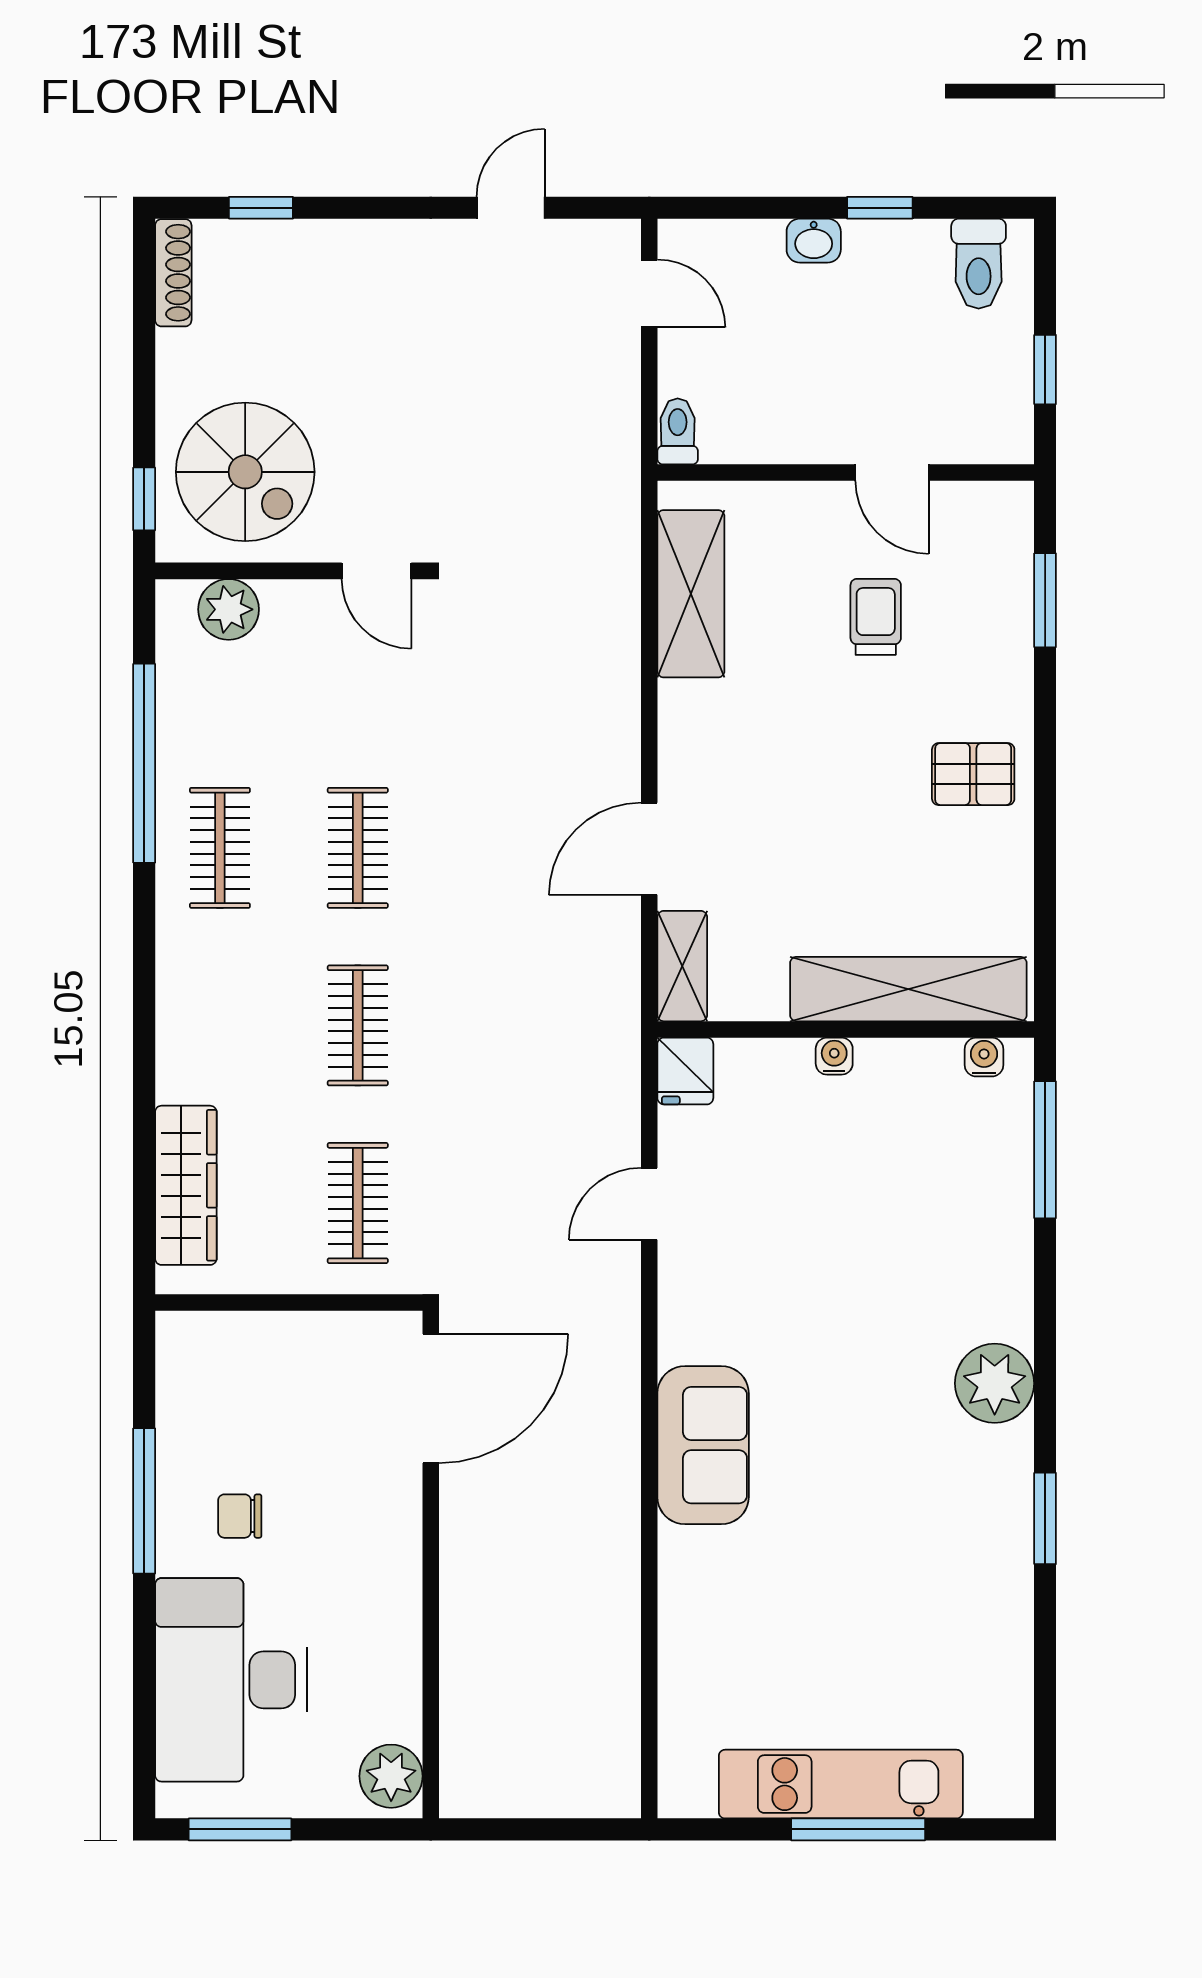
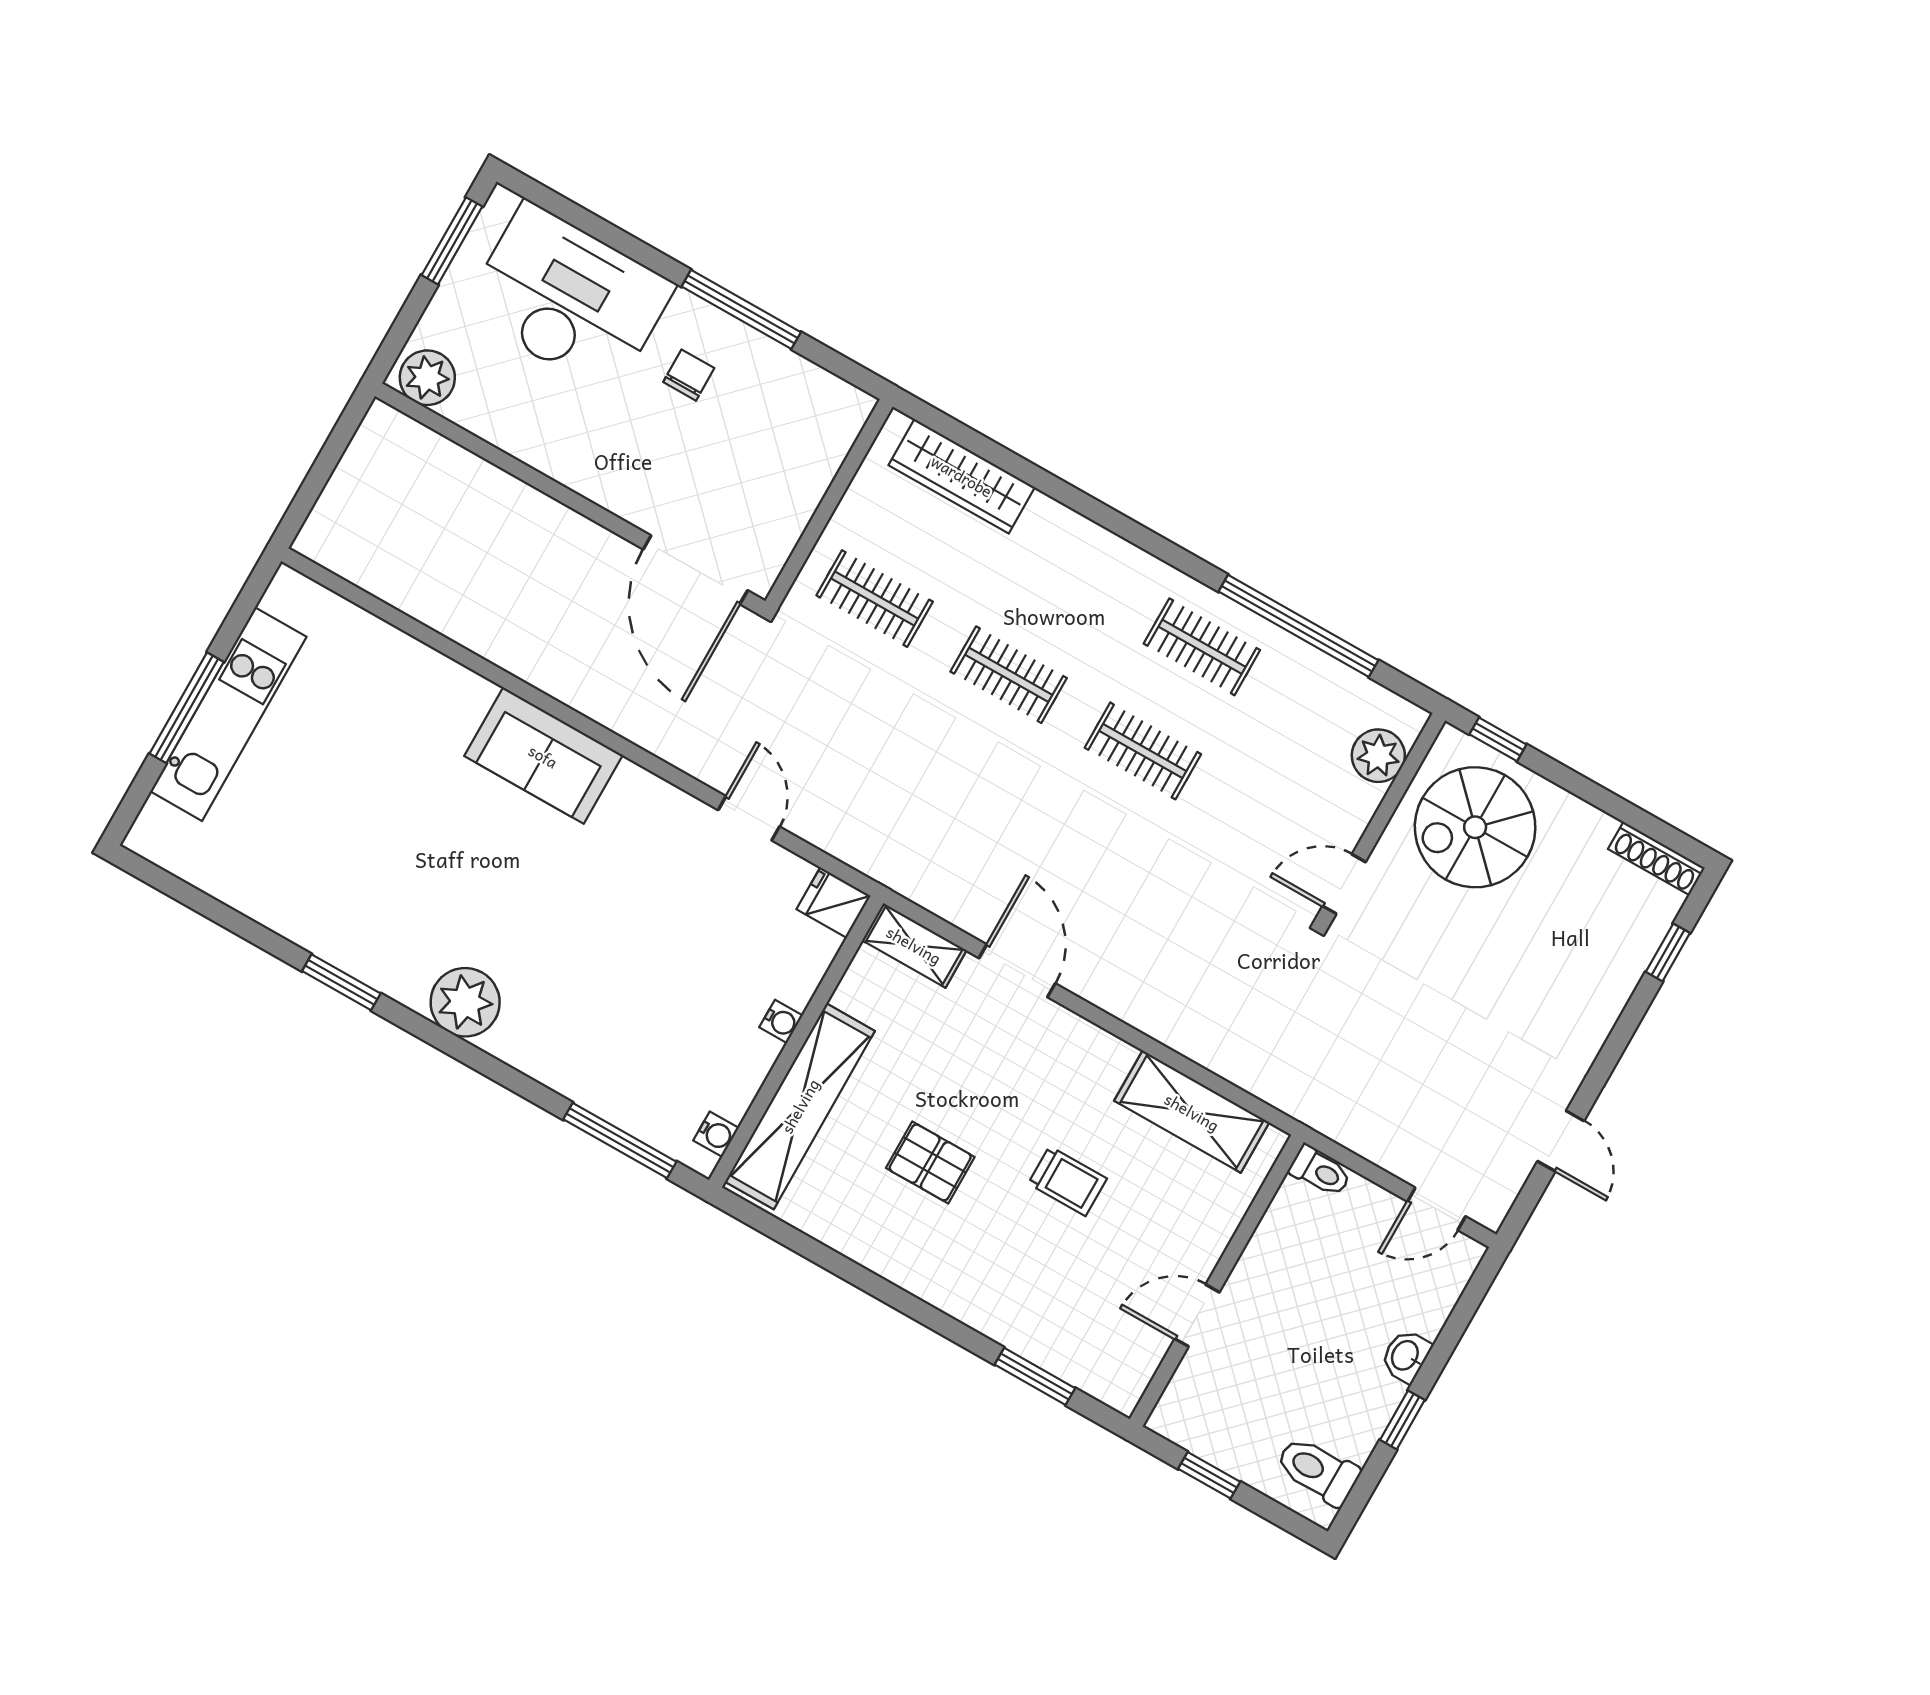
trolley: (876, 617) -> (1068, 1181), moved
pallet: (973, 774) -> (930, 1162), moved, turned 90

